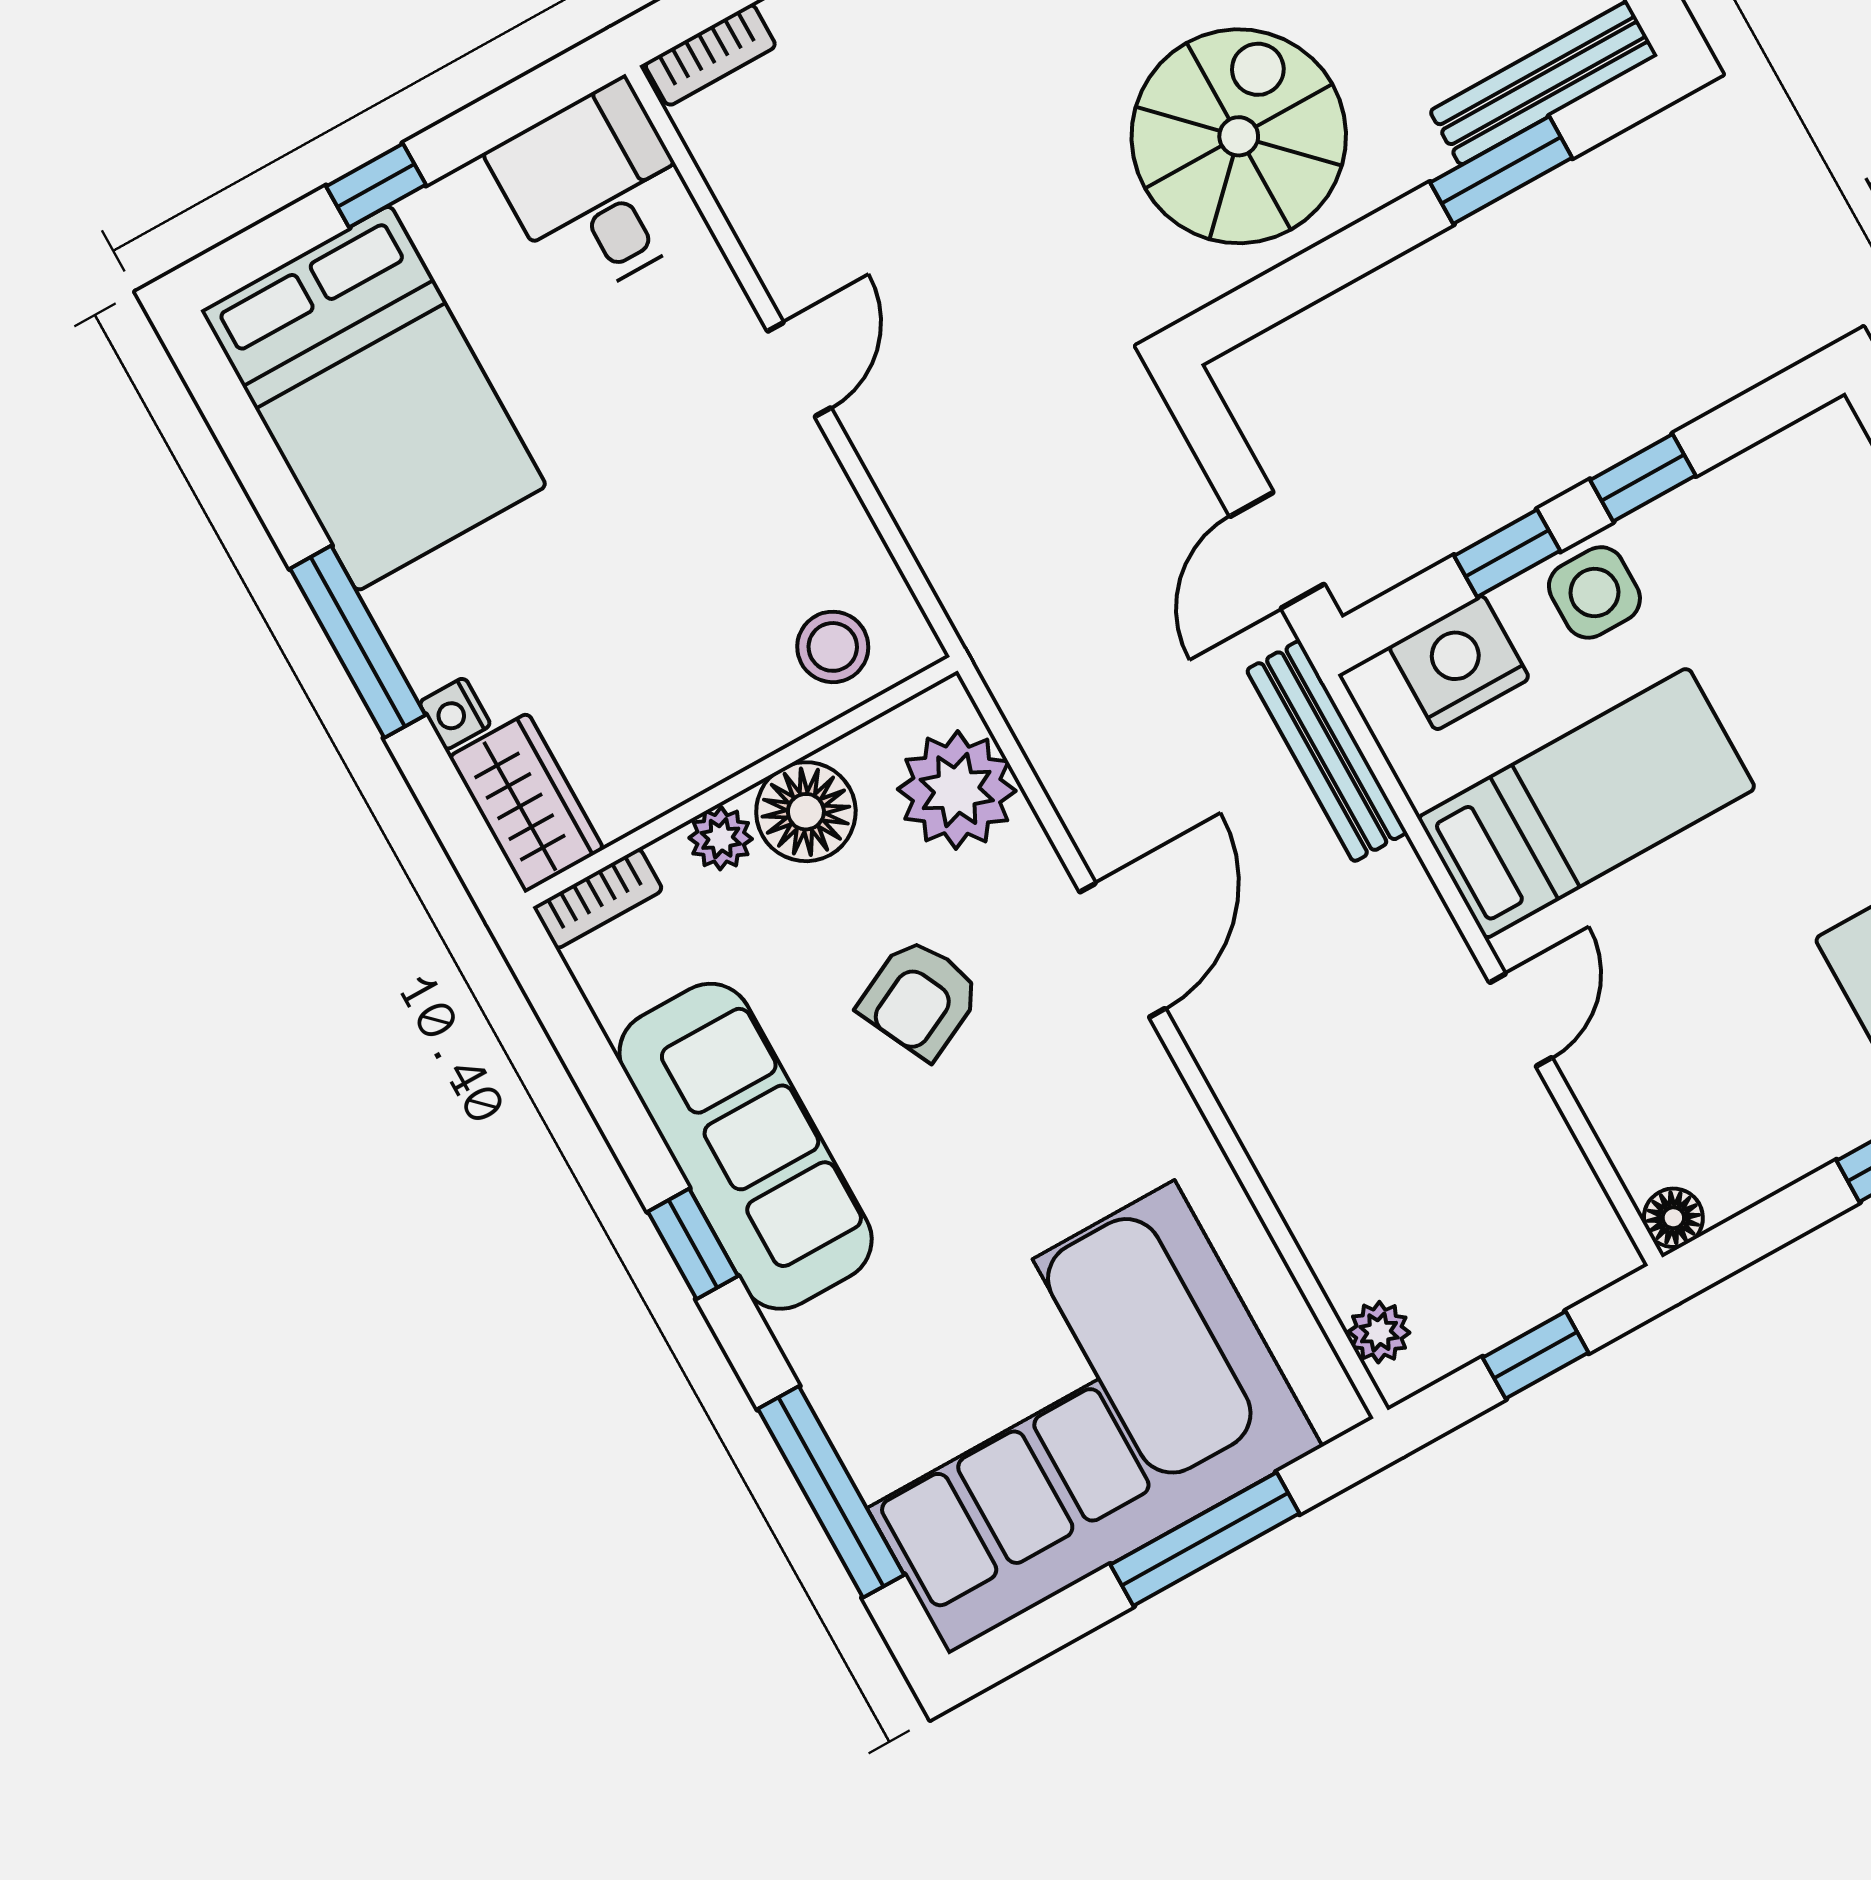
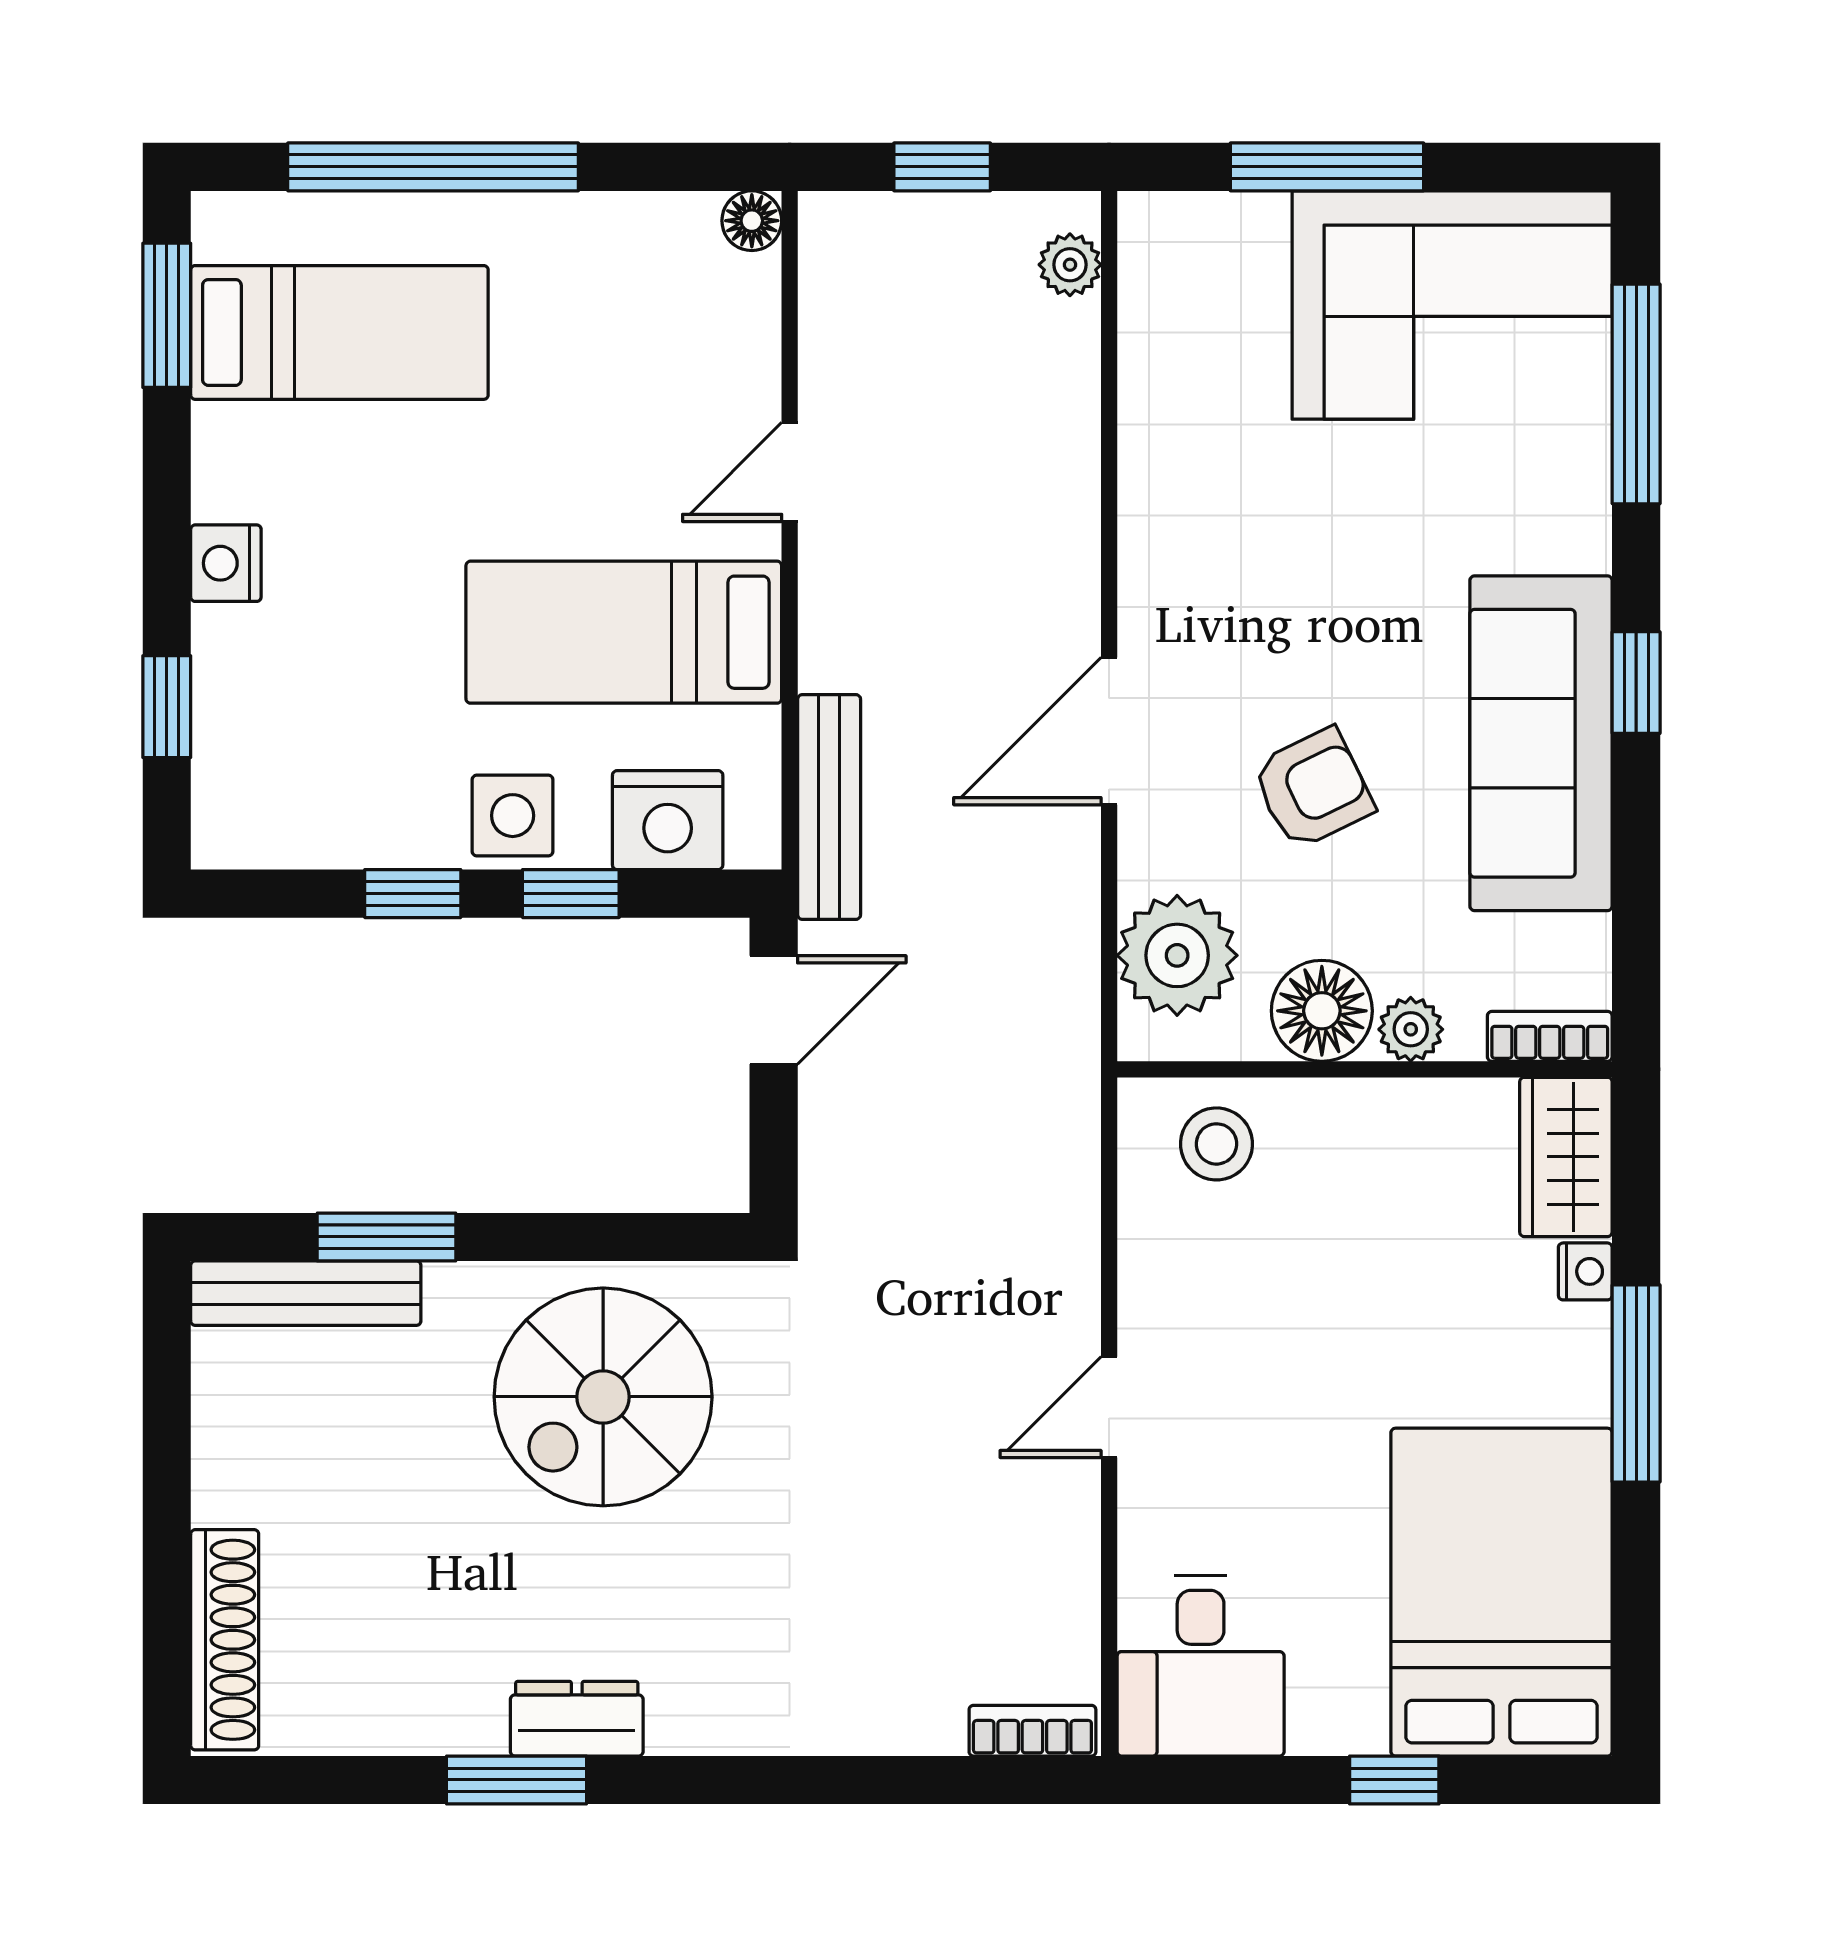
corner sofa: (1062, 1417) -> (1452, 305), width x0.73, depth x0.74

